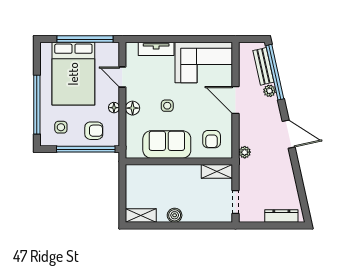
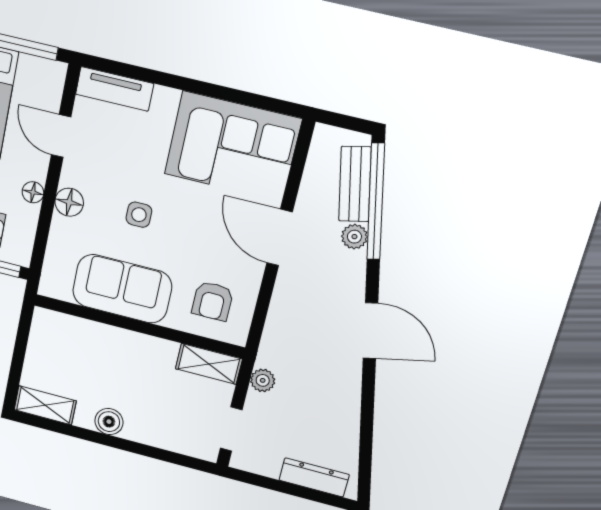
tv unit: (156, 49) -> (115, 89), moved
plant: (245, 152) -> (263, 380), moved

